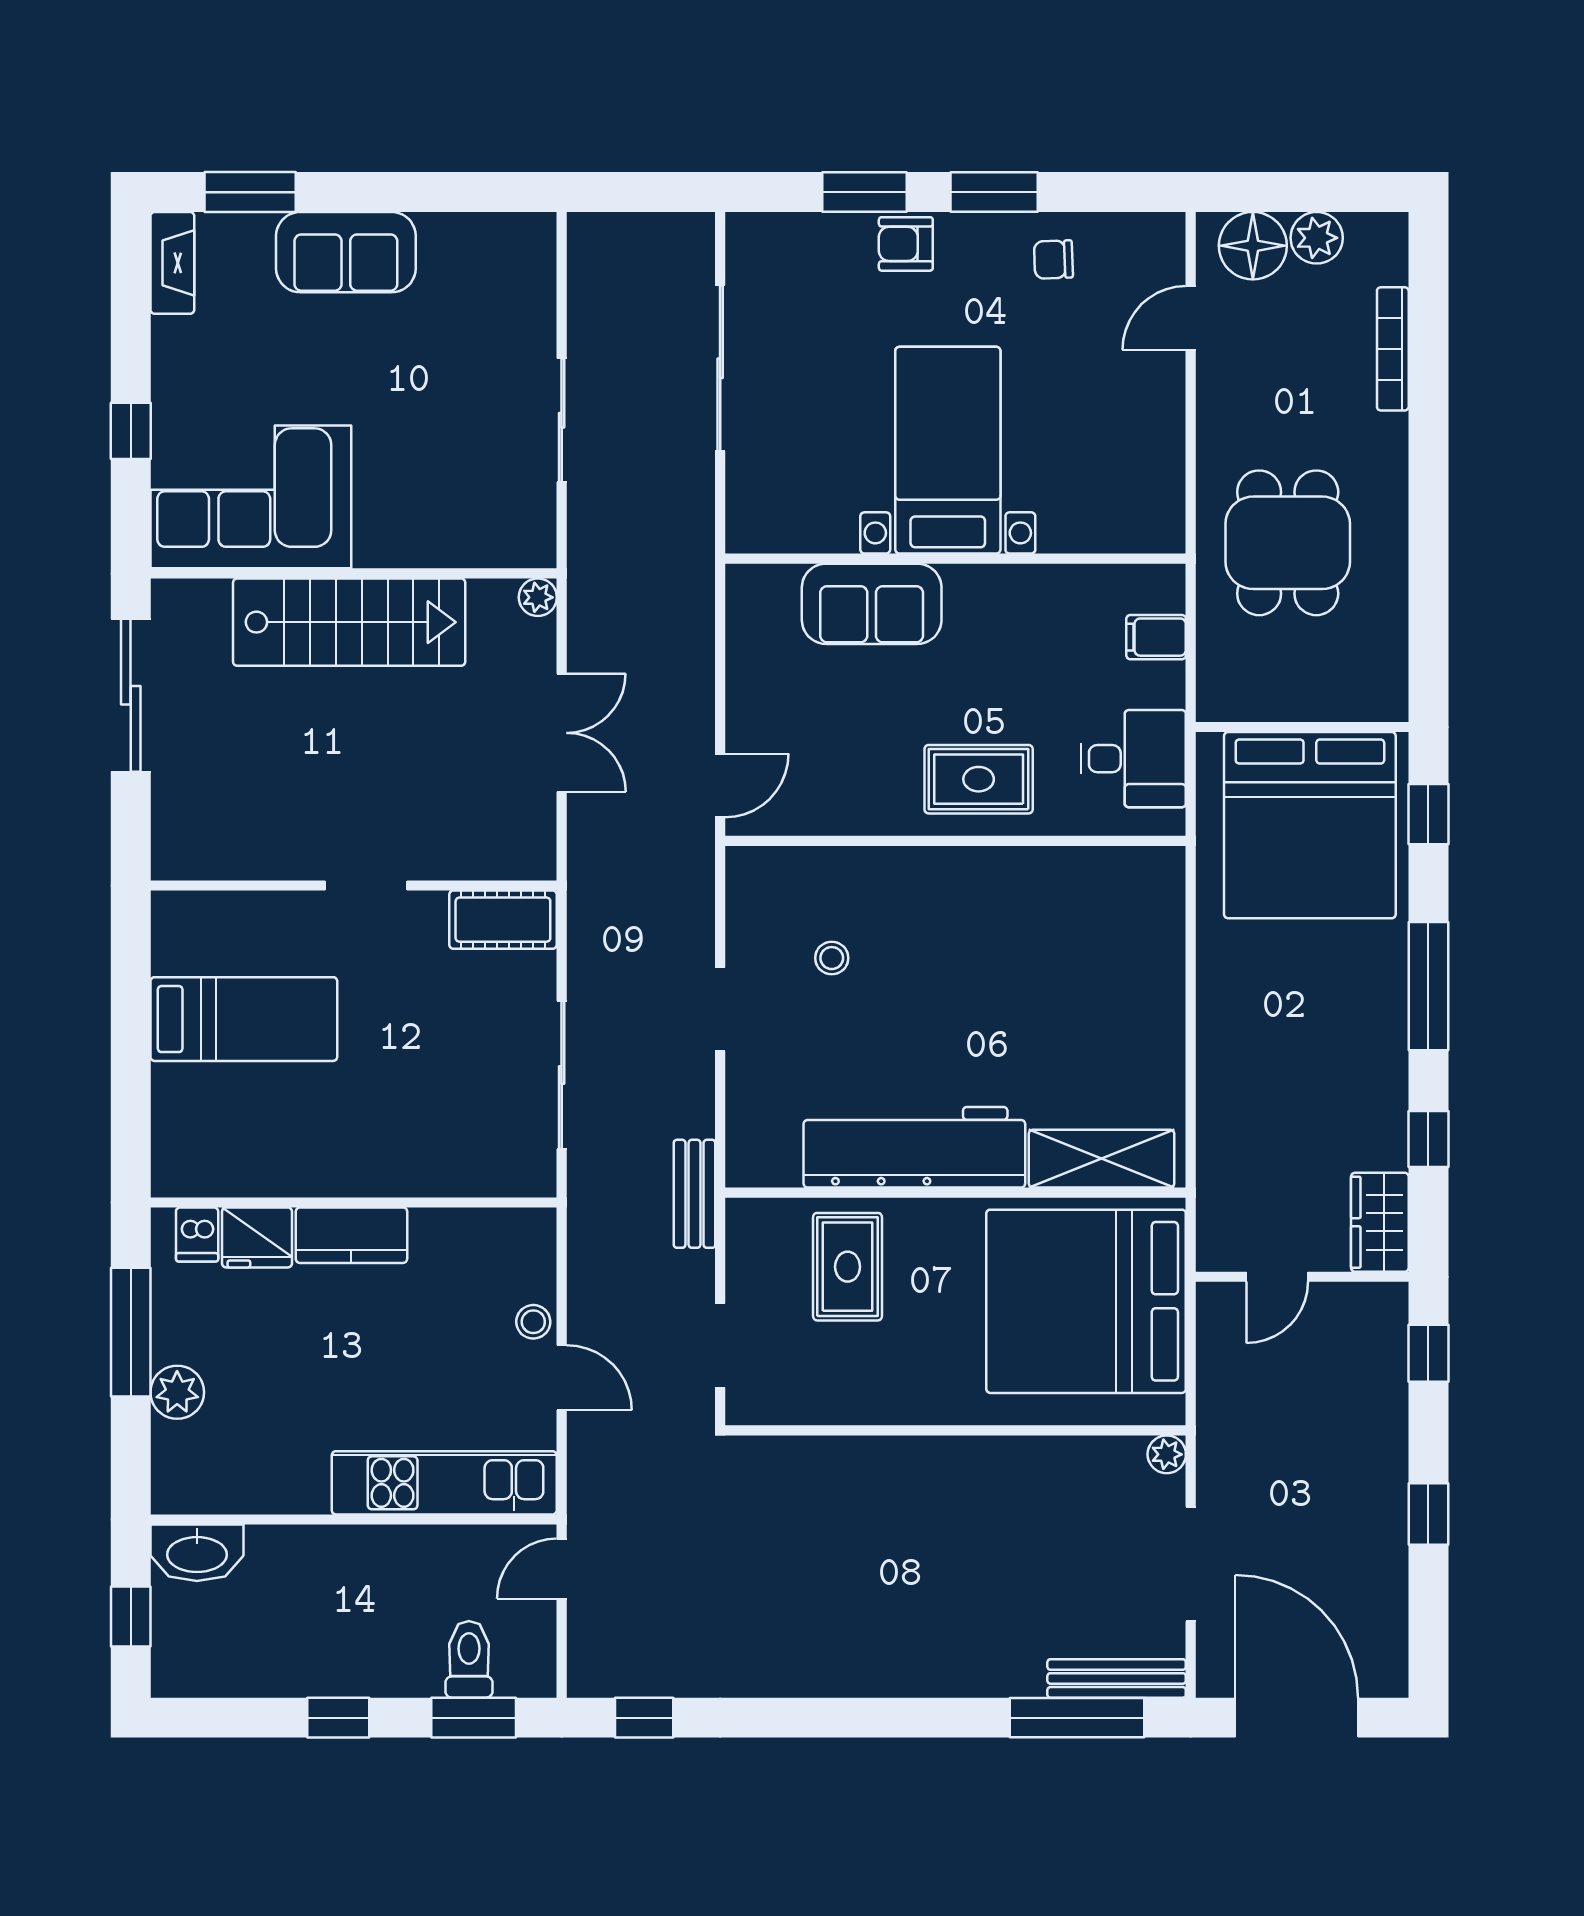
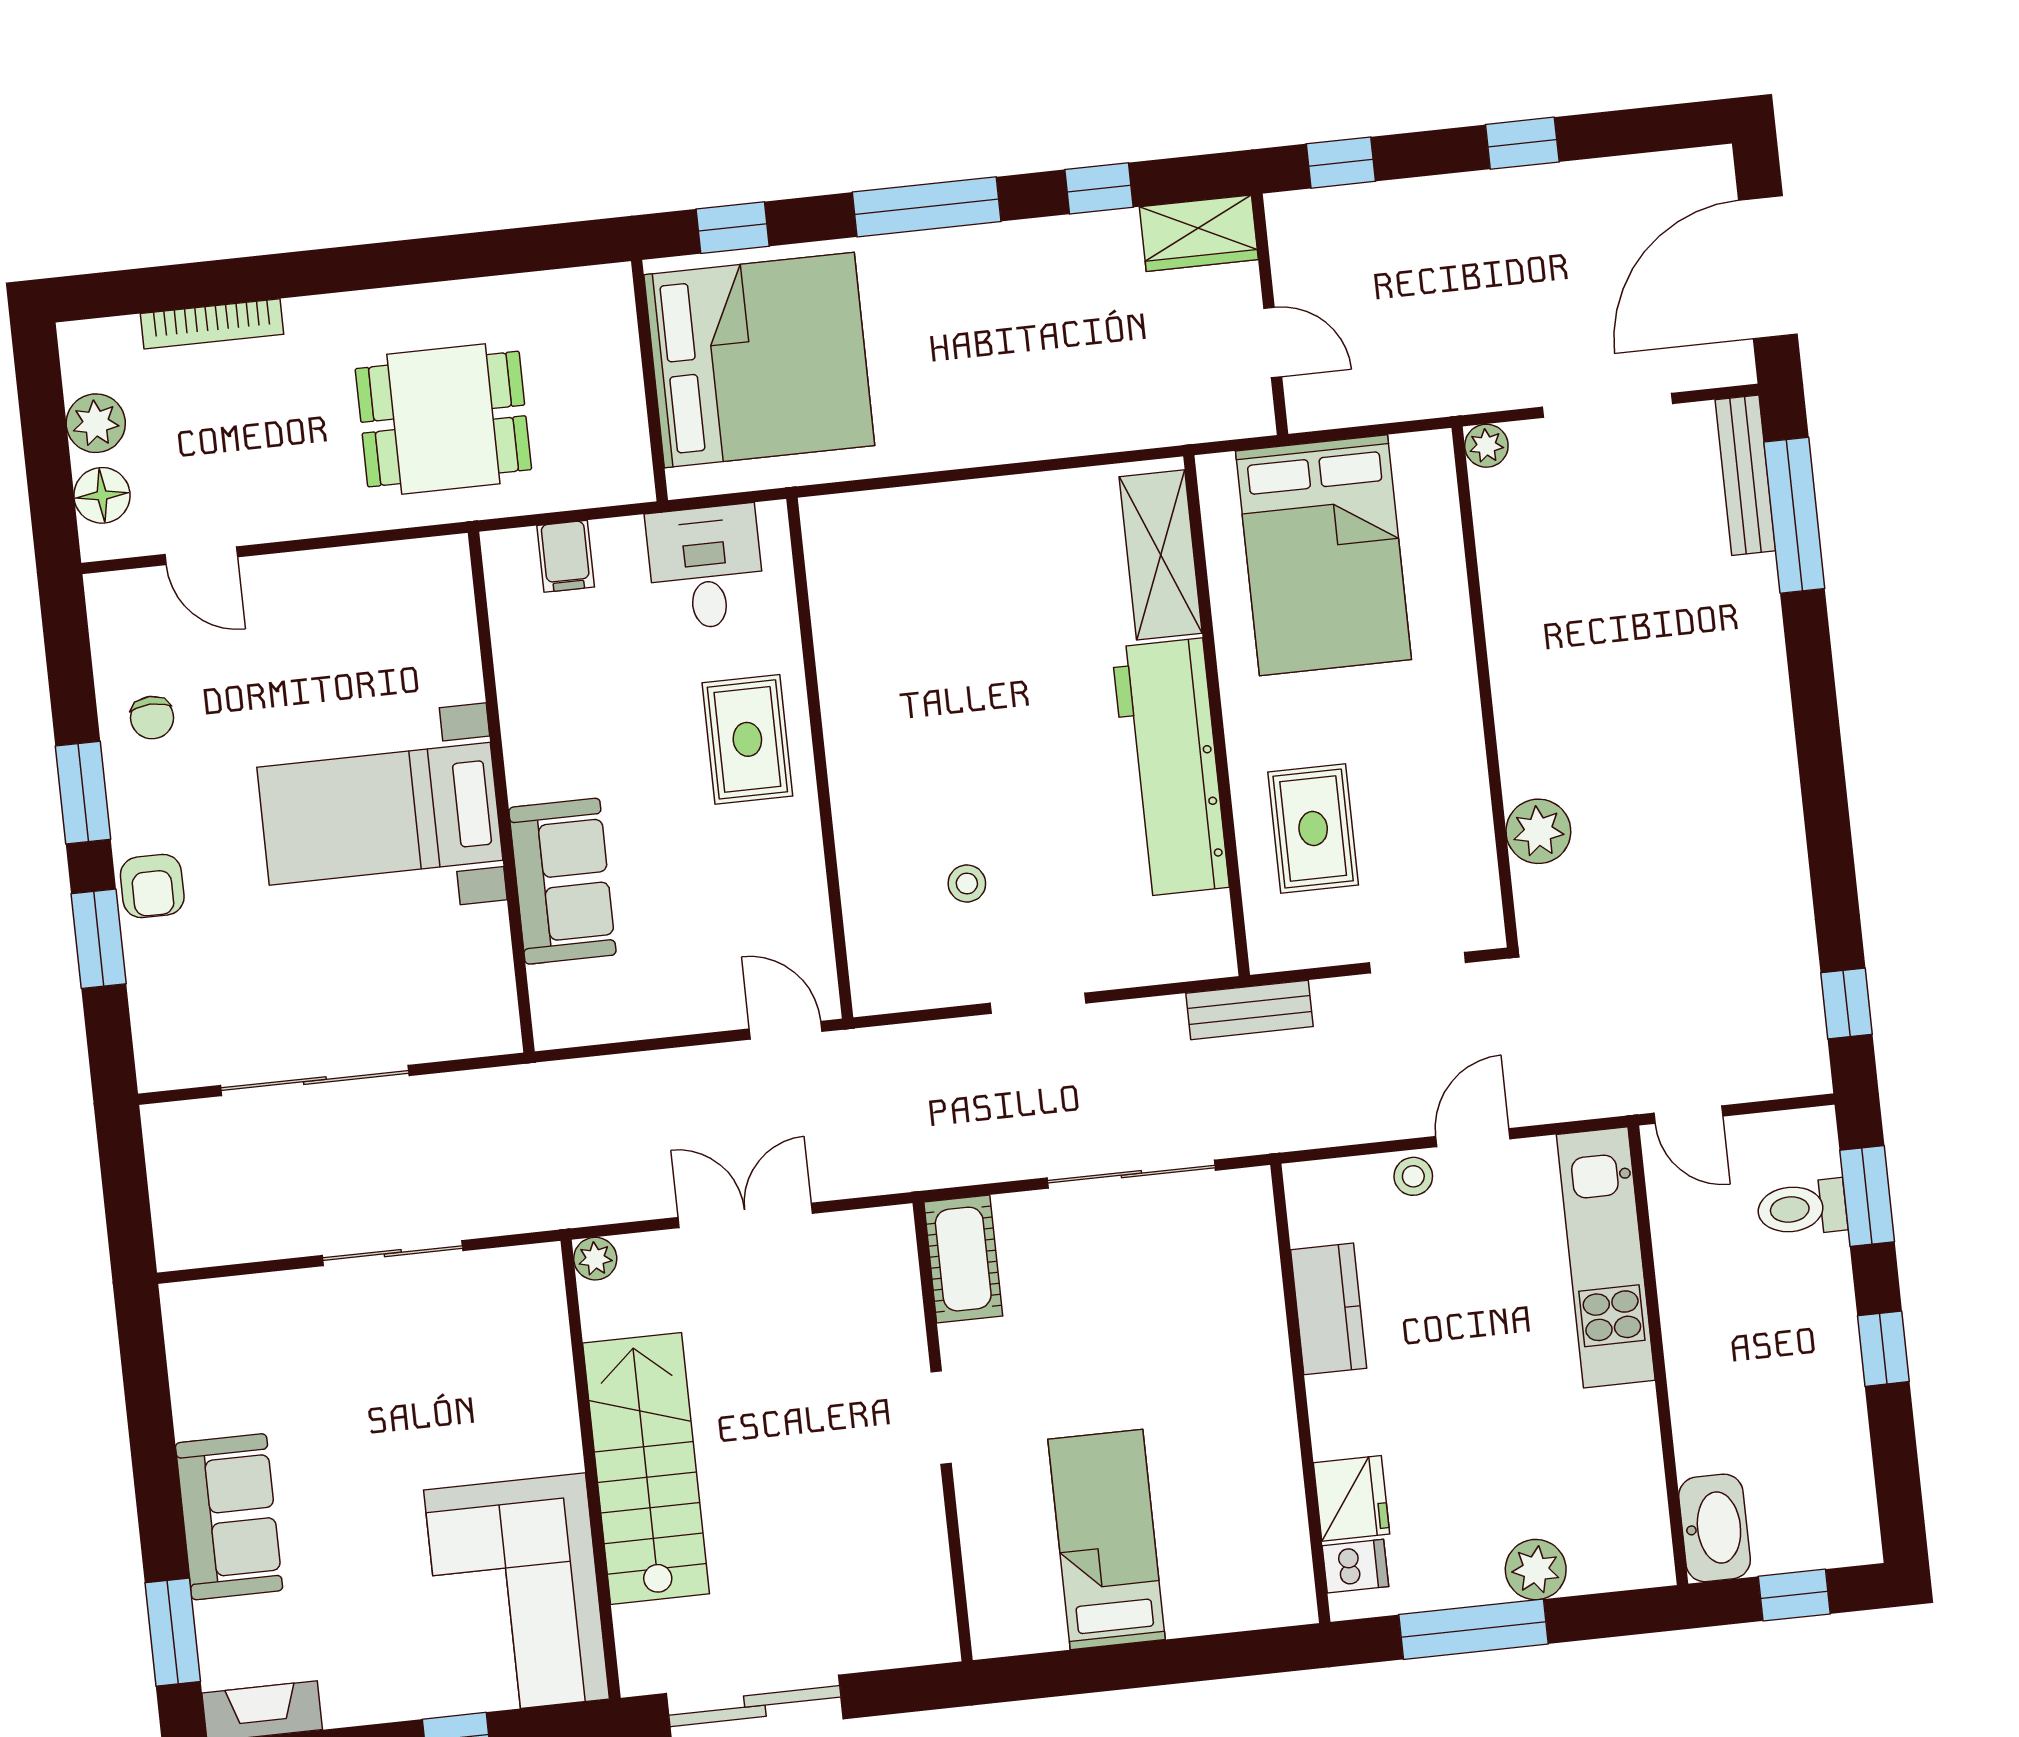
floor lamp: (1253, 246) -> (102, 495), width x0.73, depth x0.73
kitchen counter: (351, 1235) -> (1329, 1309), moved
rug: (848, 1267) -> (1313, 828), turned 90
bed: (1086, 1301) -> (1323, 555), width x0.73
plant: (824, 1464) -> (1538, 831), added

